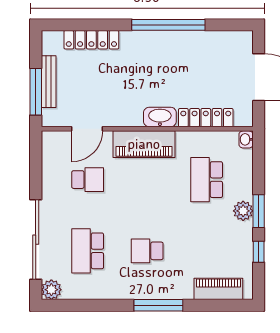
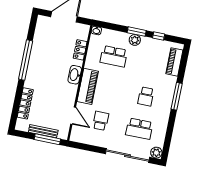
locker: (206, 118) -> (80, 50), width x0.66

